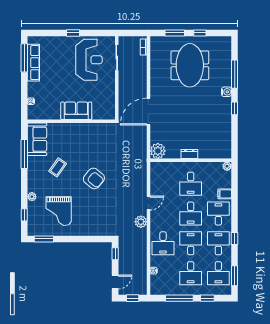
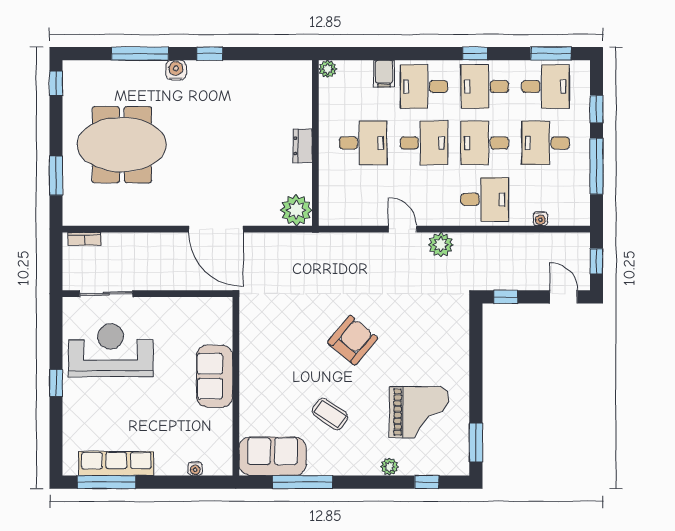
window: (200, 33) -> (56, 83), moved
desk: (191, 273) -> (546, 143), turned 180

